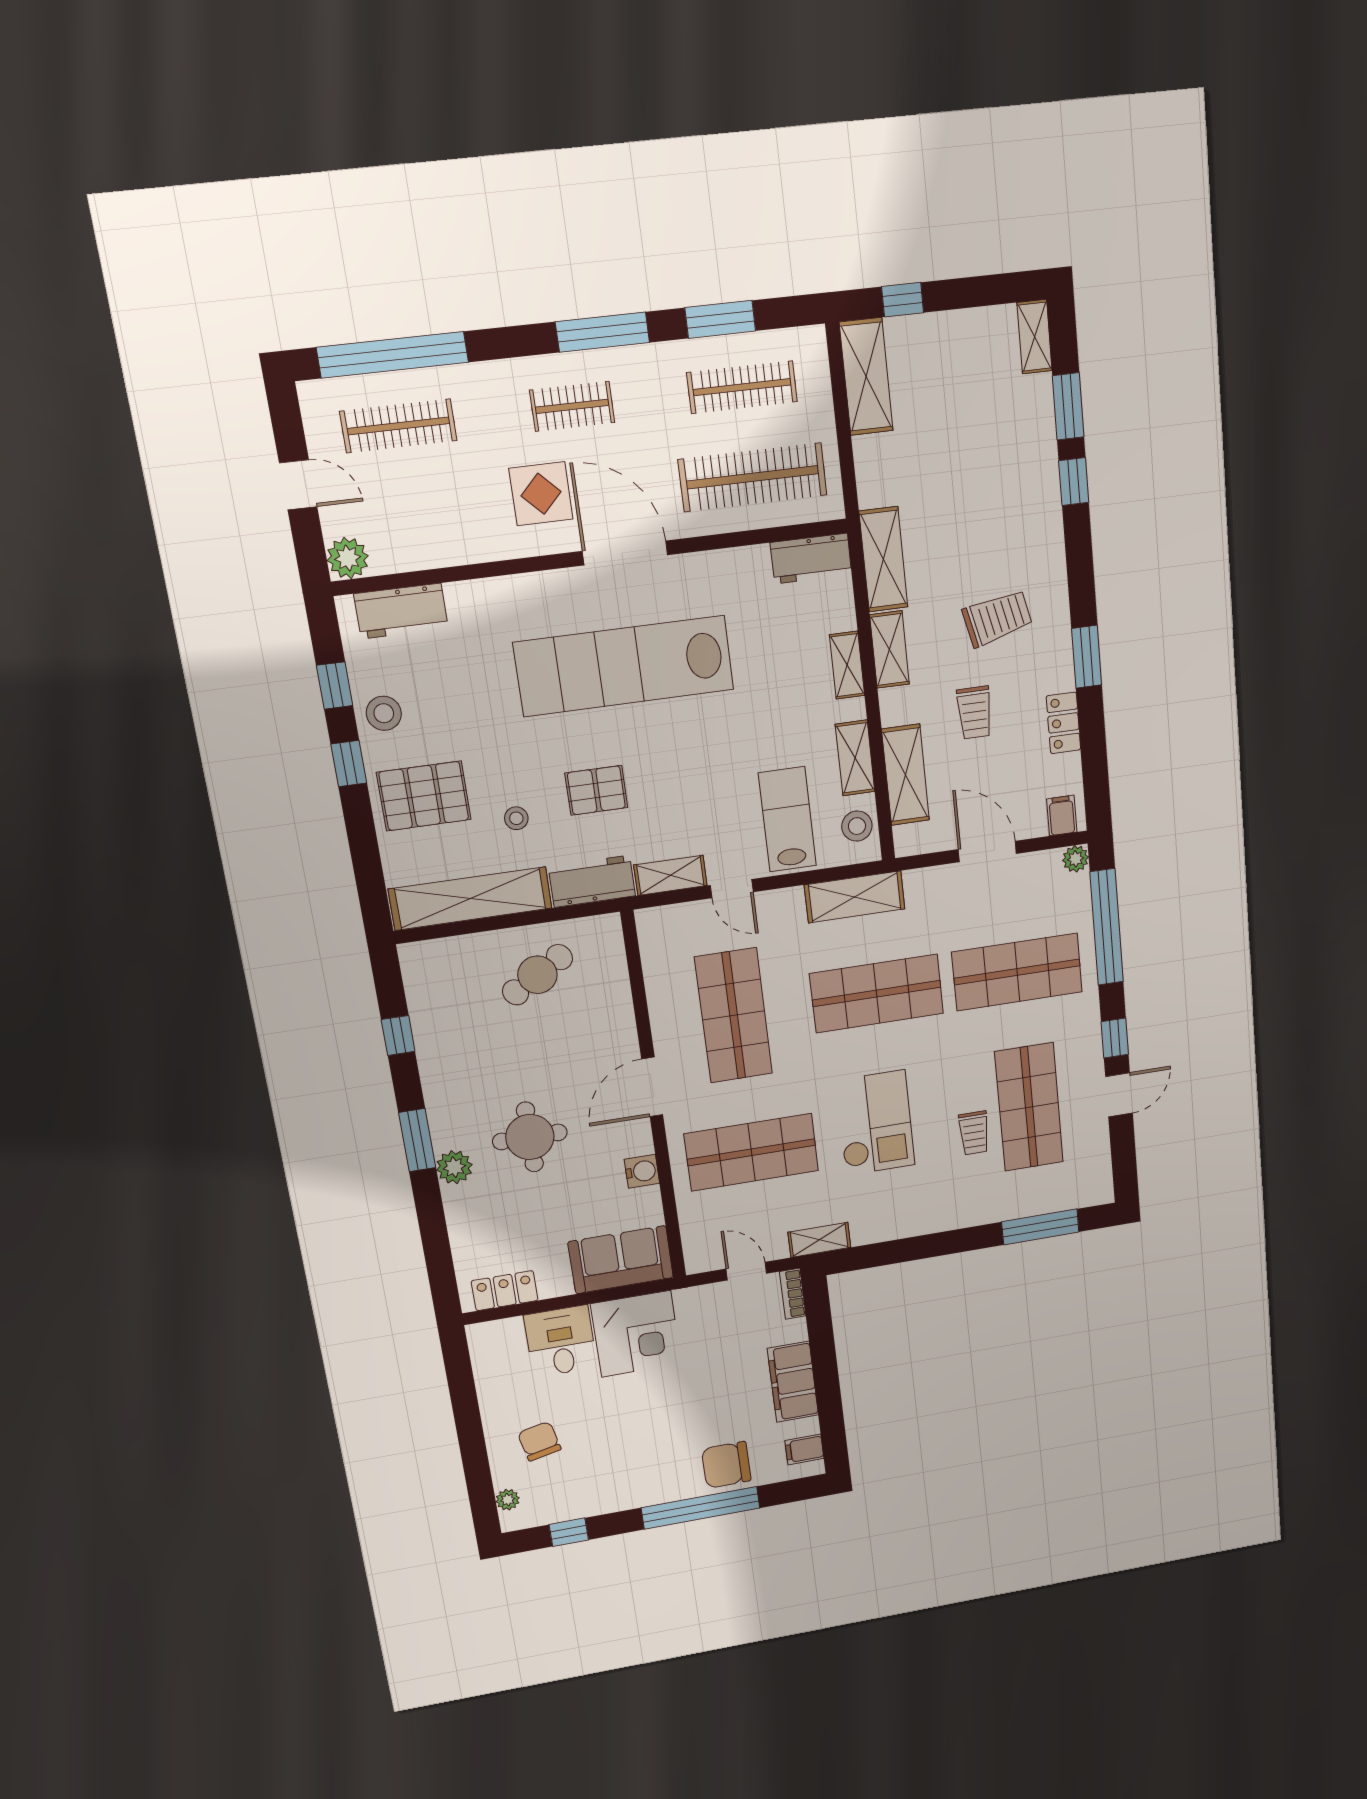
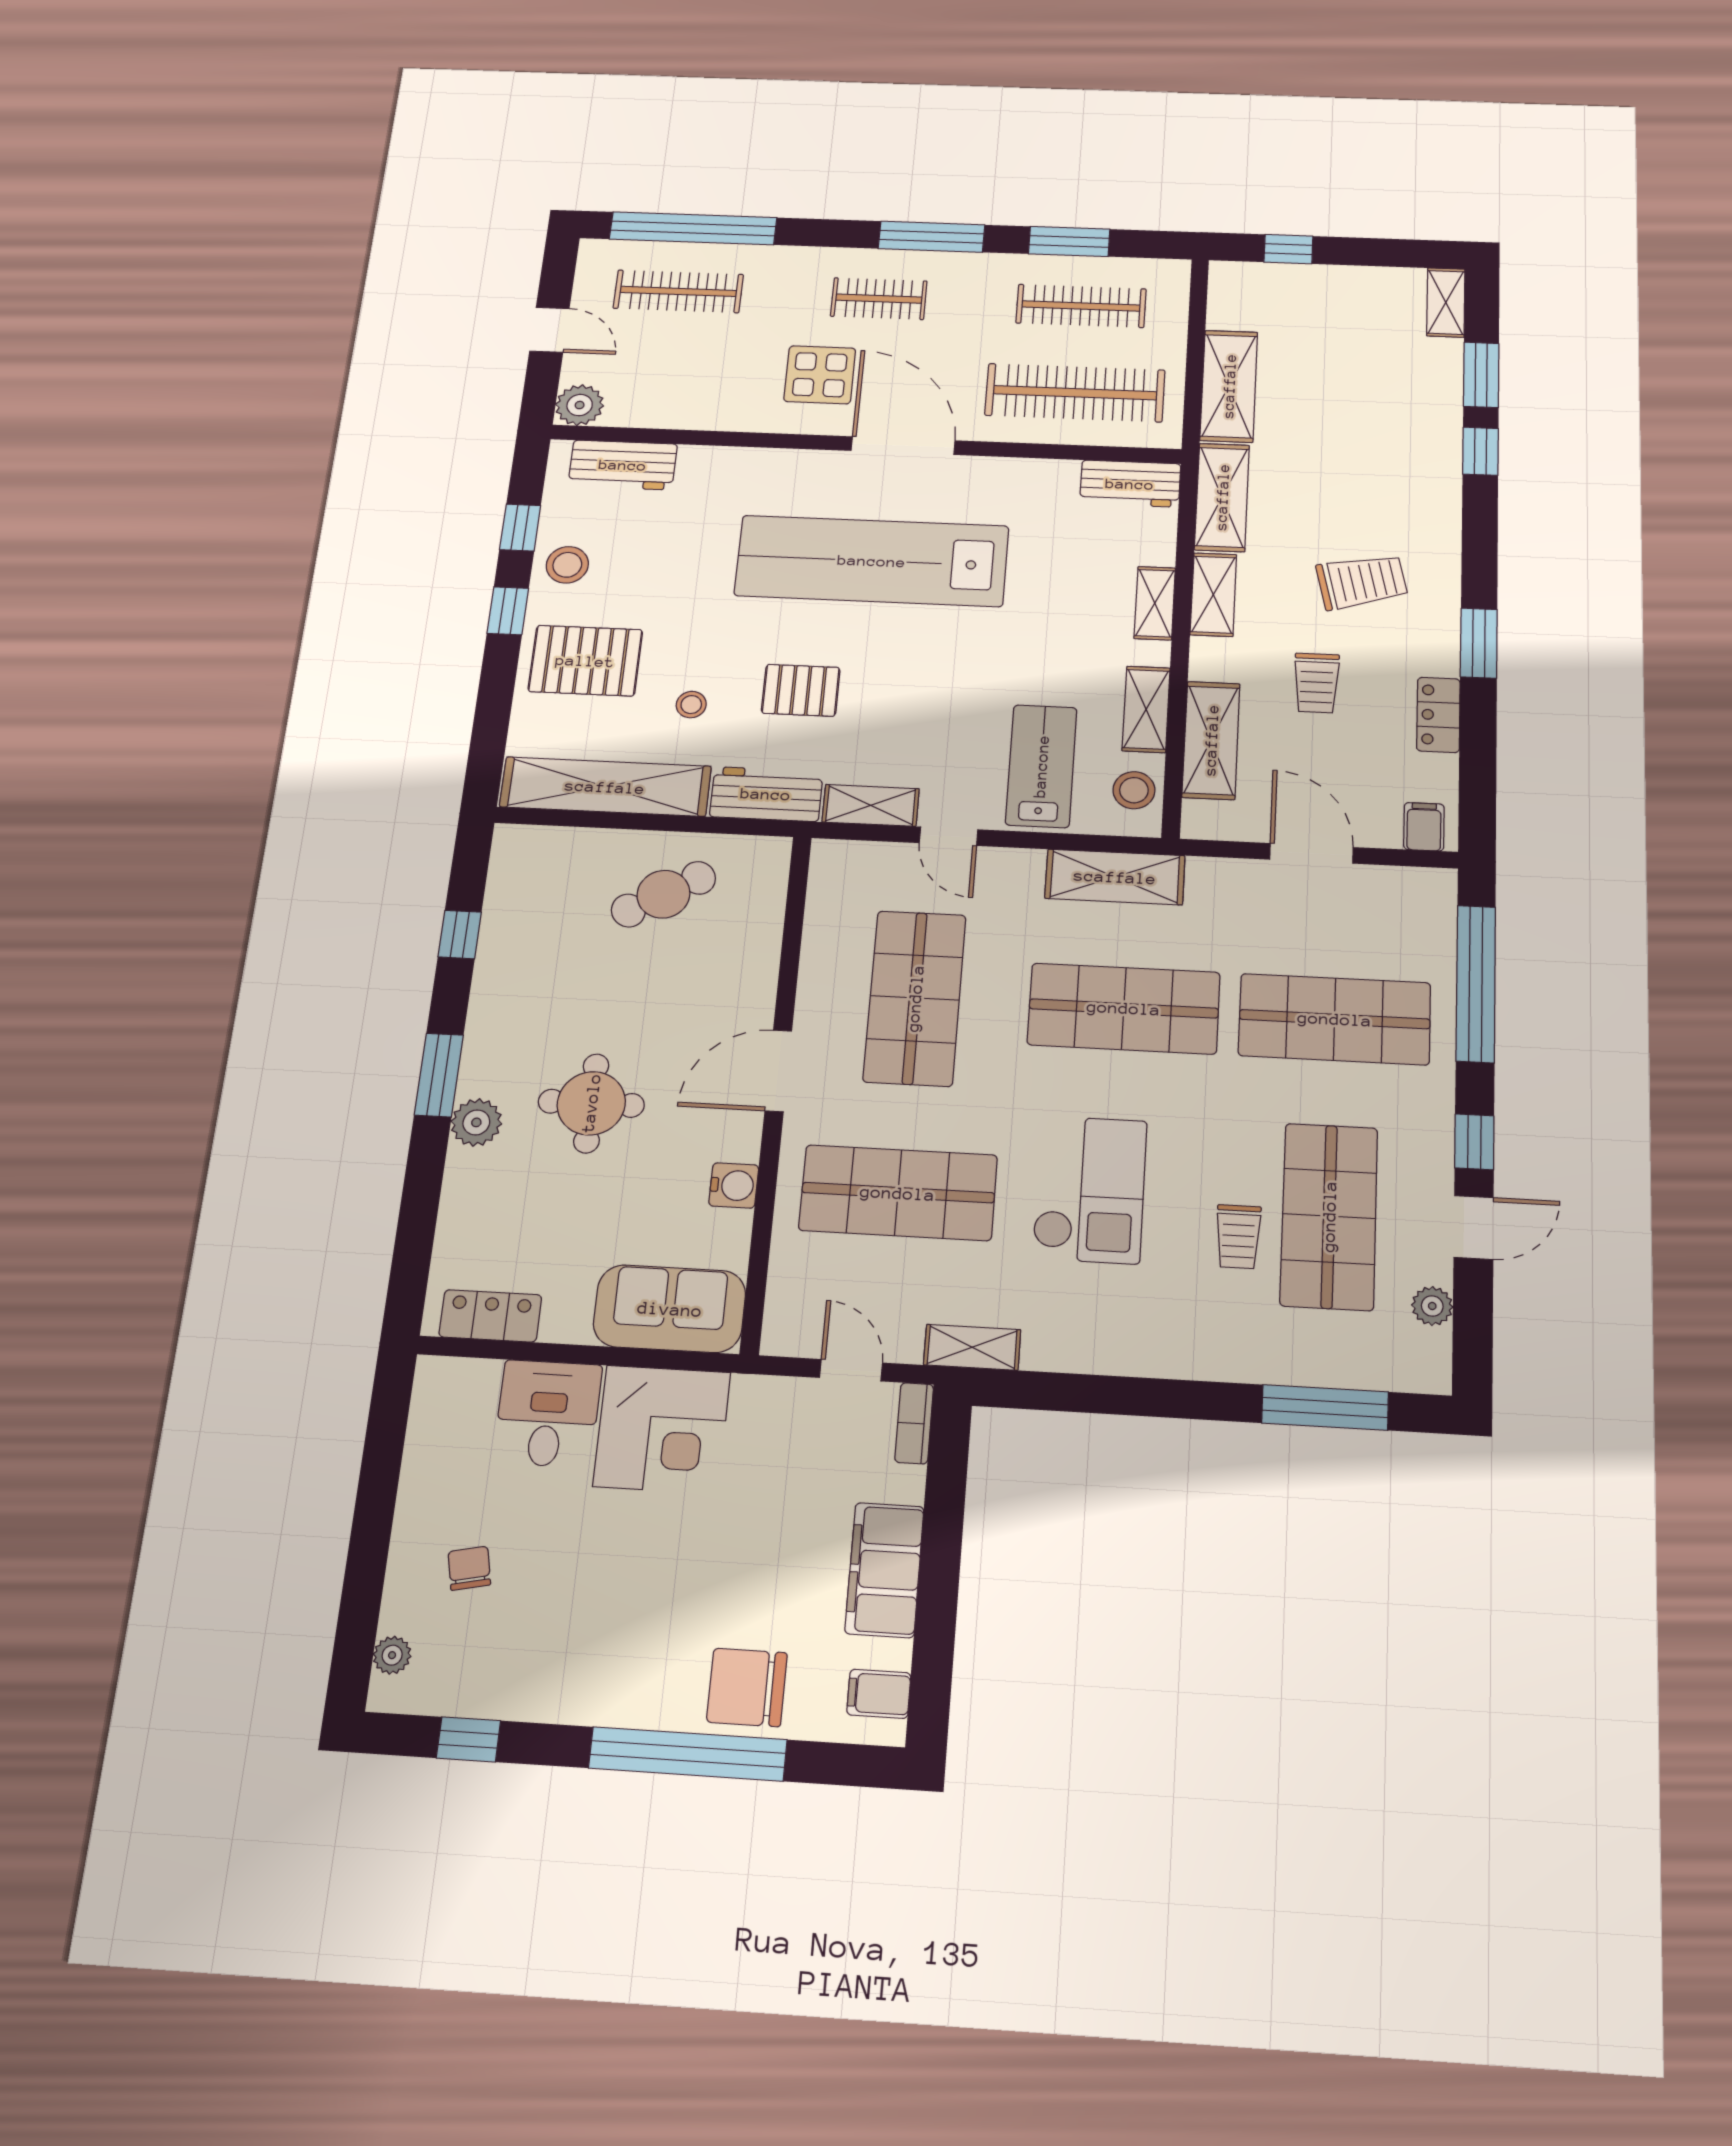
shelving: (866, 377) -> (1229, 386), moved
plant: (1076, 859) -> (1432, 1306), moved
chair: (539, 1441) -> (469, 1568), width x0.73, depth x0.73

